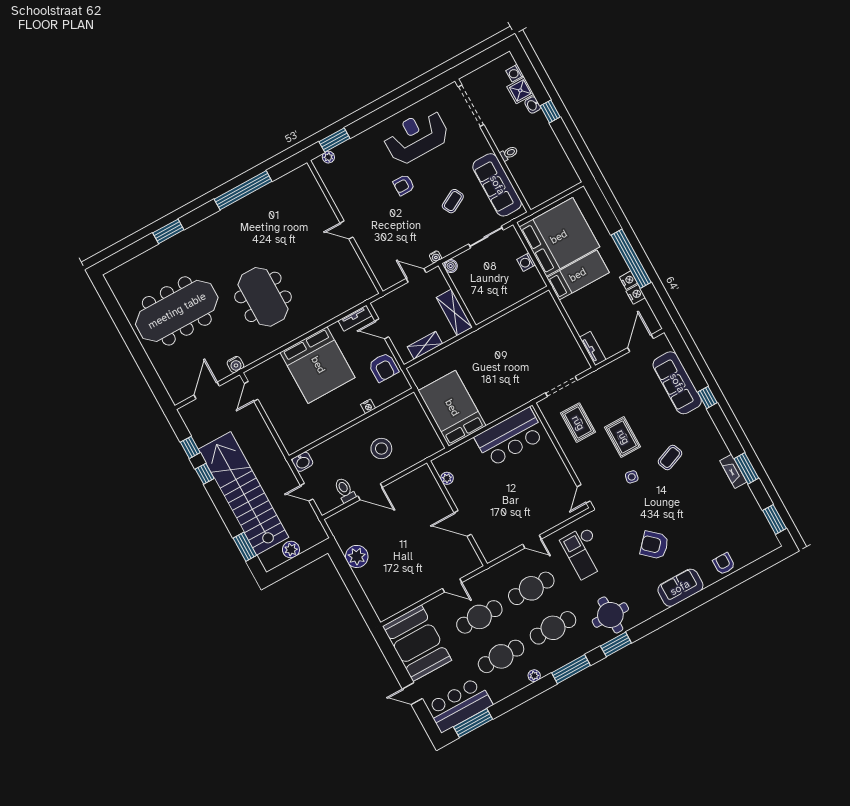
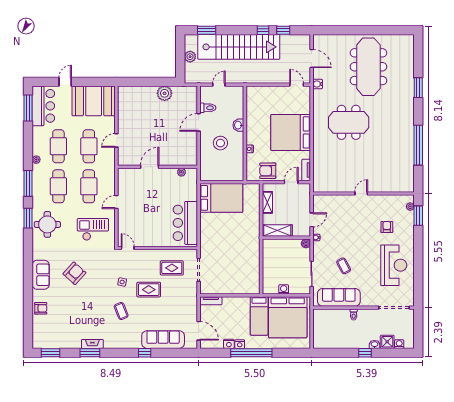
armchair: (404, 185) -> (387, 227), moved
washbasin: (302, 462) -> (238, 125), moved

